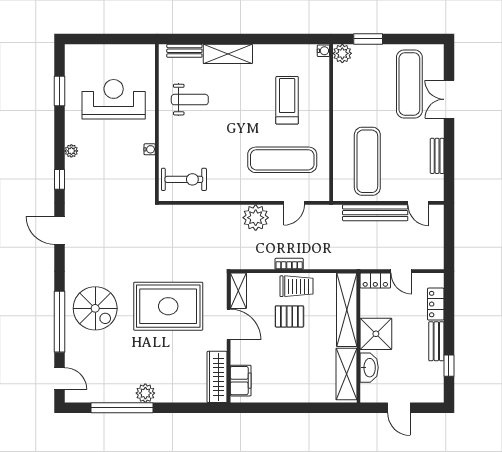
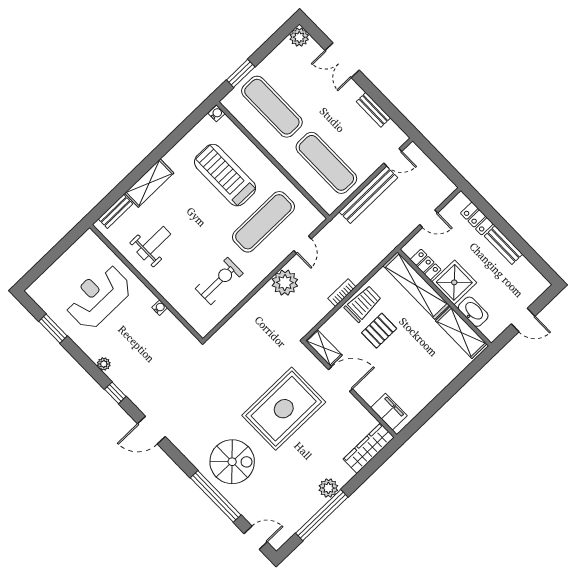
plant: (342, 53) -> (299, 37), moved
exercise mat: (409, 84) -> (272, 107), moved
treadmill: (287, 100) -> (225, 175), width x1.37, depth x1.38
exercise bike: (184, 179) -> (219, 281), moved
locker: (375, 281) -> (426, 265), moved, turned -90
window: (449, 366) -> (530, 254), removed
wardrobe: (217, 377) -> (369, 448), moved, turned 90

